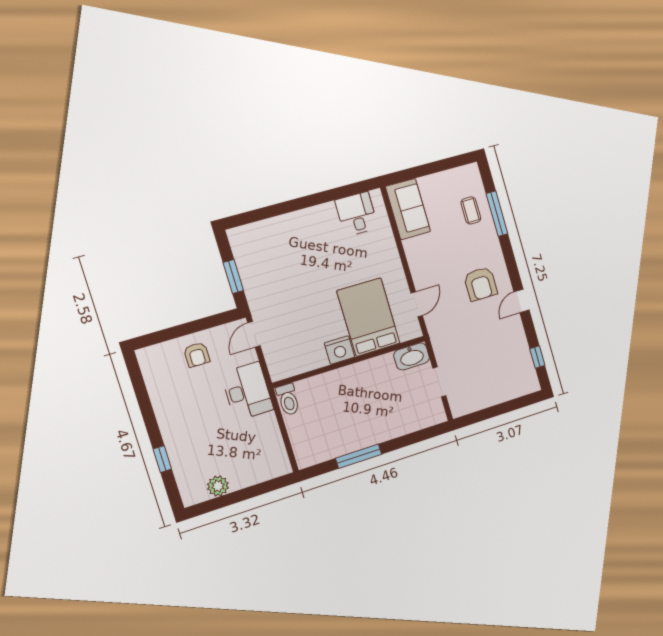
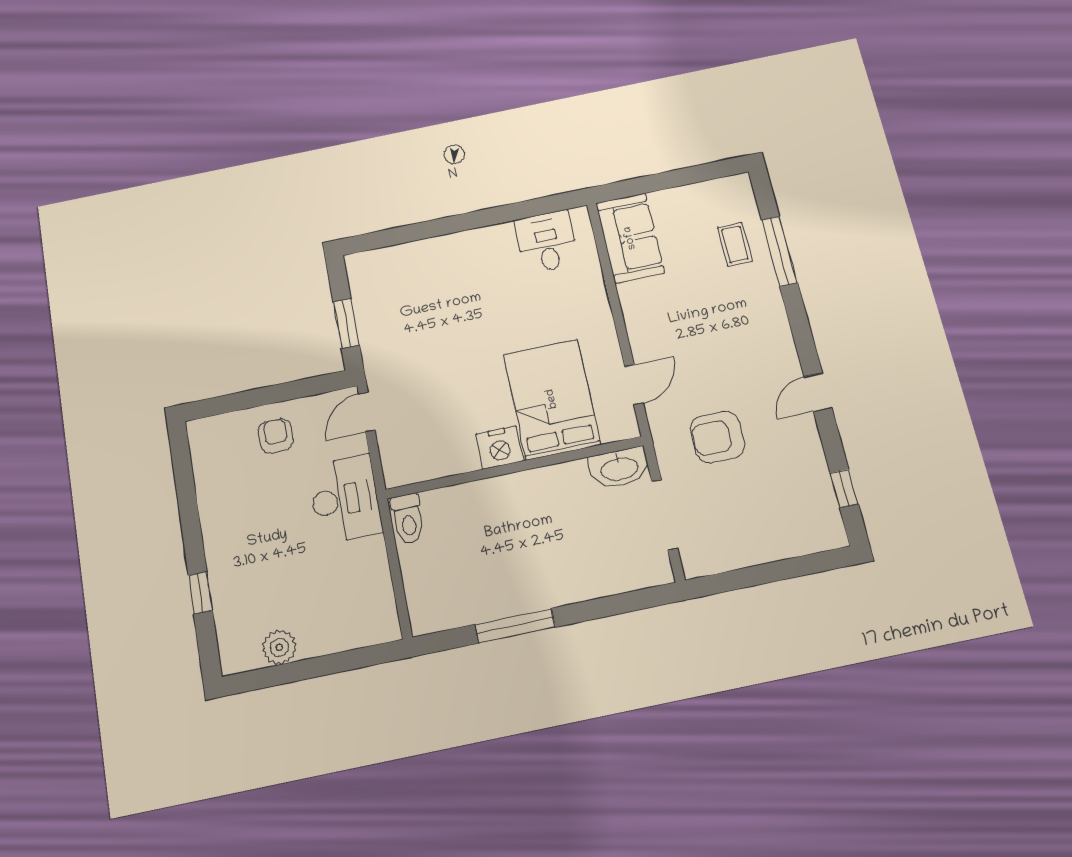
armchair: (481, 284) -> (717, 437), moved, turned 90
armchair: (197, 355) -> (276, 436), turned 180
doorway: (439, 382) -> (665, 515), width x1.38

